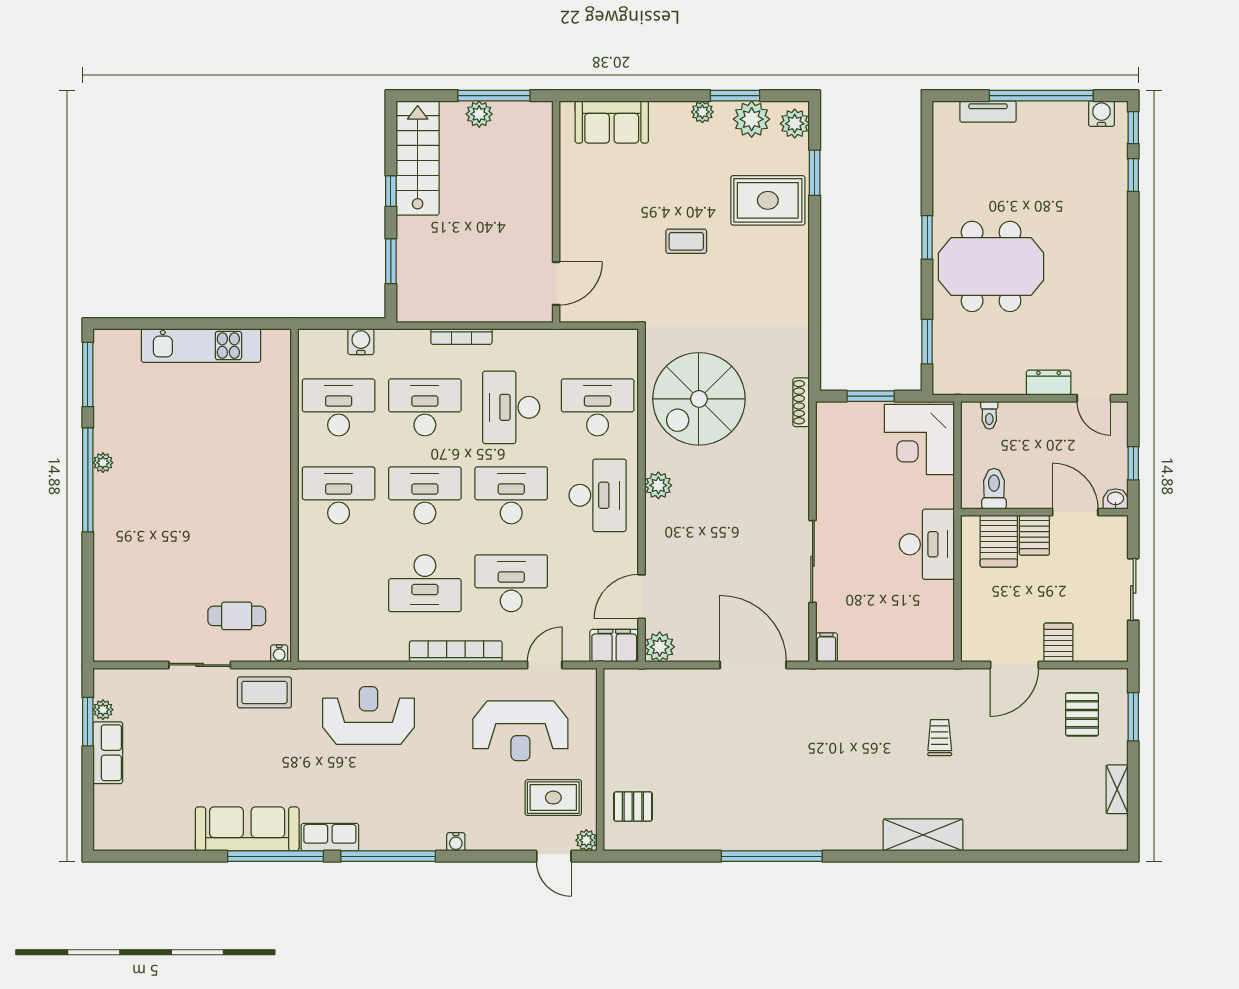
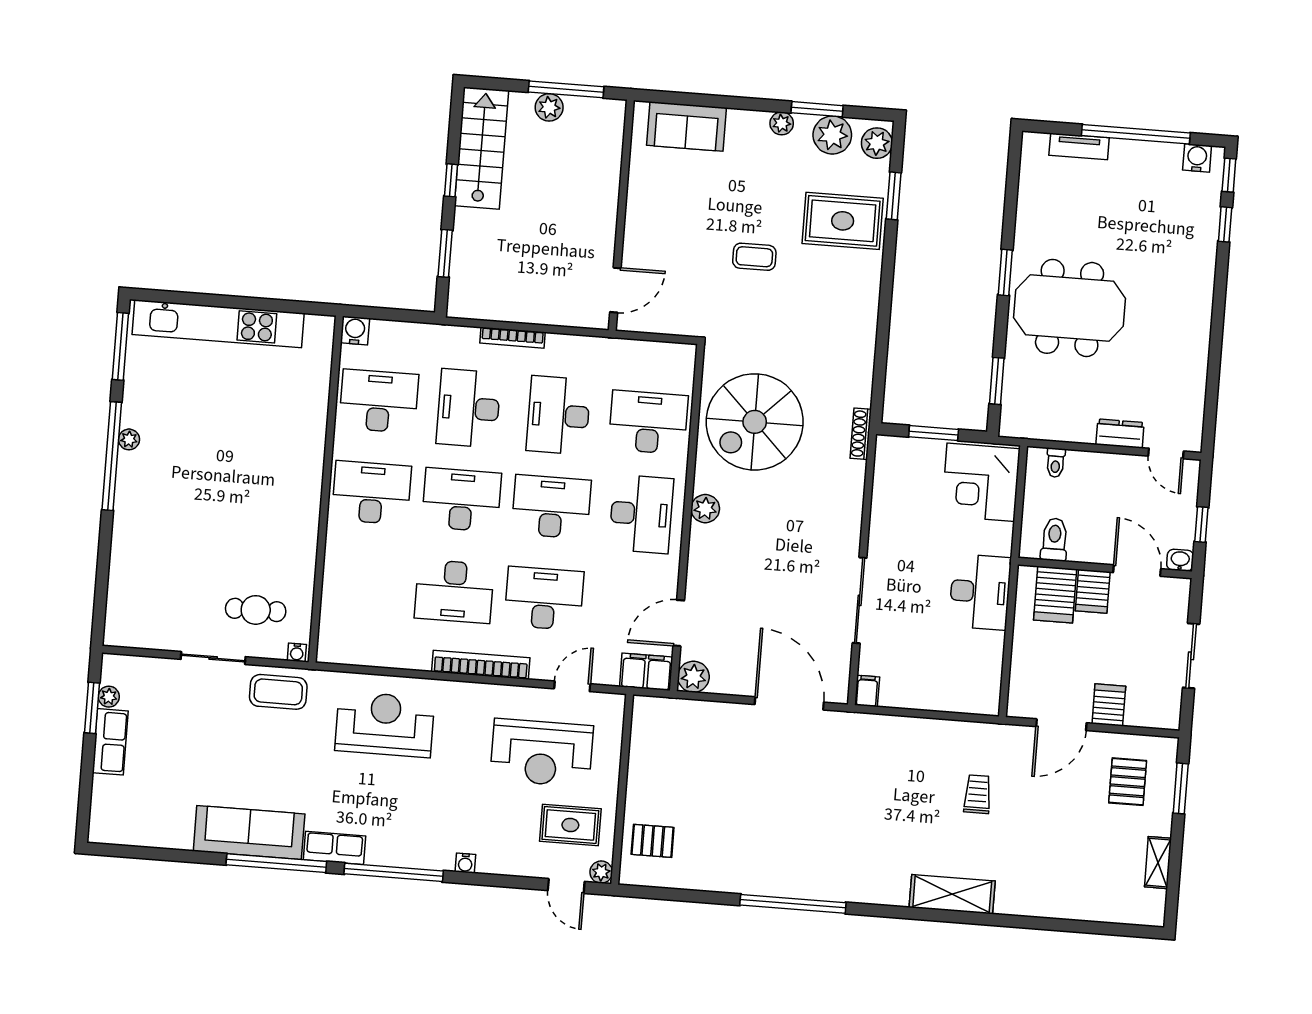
water cooler: (361, 342) -> (355, 331), moved
kitchen unit: (201, 346) -> (218, 324), width x1.36
desk: (425, 407) -> (469, 408), turned -90

